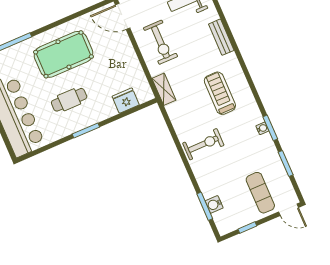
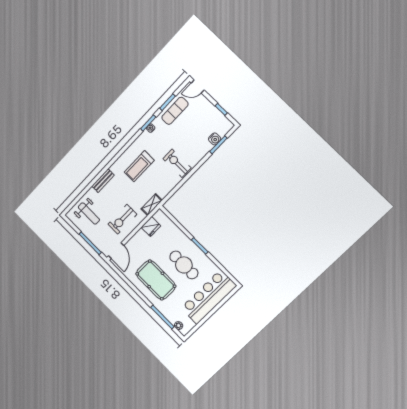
exercise bike: (160, 42) -> (122, 219), turned 180
cafe table: (69, 100) -> (184, 265), width x1.37, depth x1.35
fridge: (126, 101) -> (151, 227), moved, turned -90
exercise mat: (260, 193) -> (175, 111), moved
door: (289, 210) -> (198, 86), swing flipped

